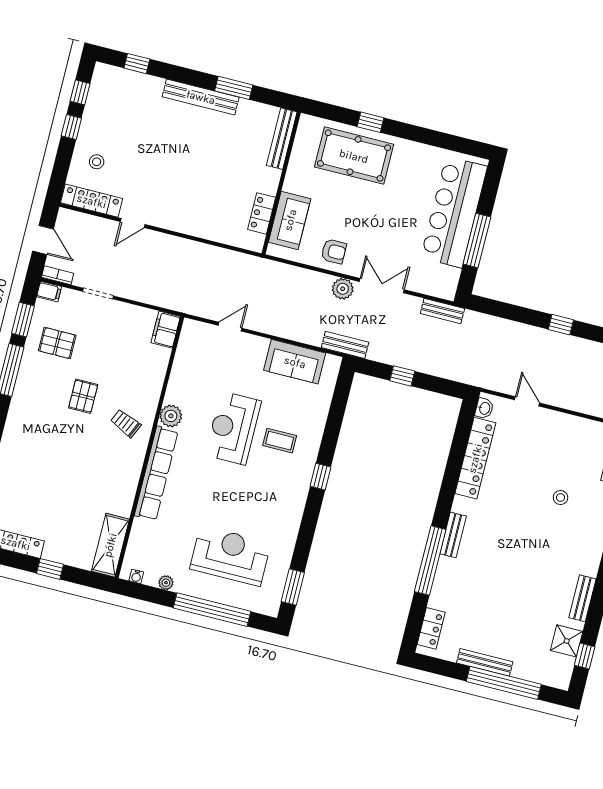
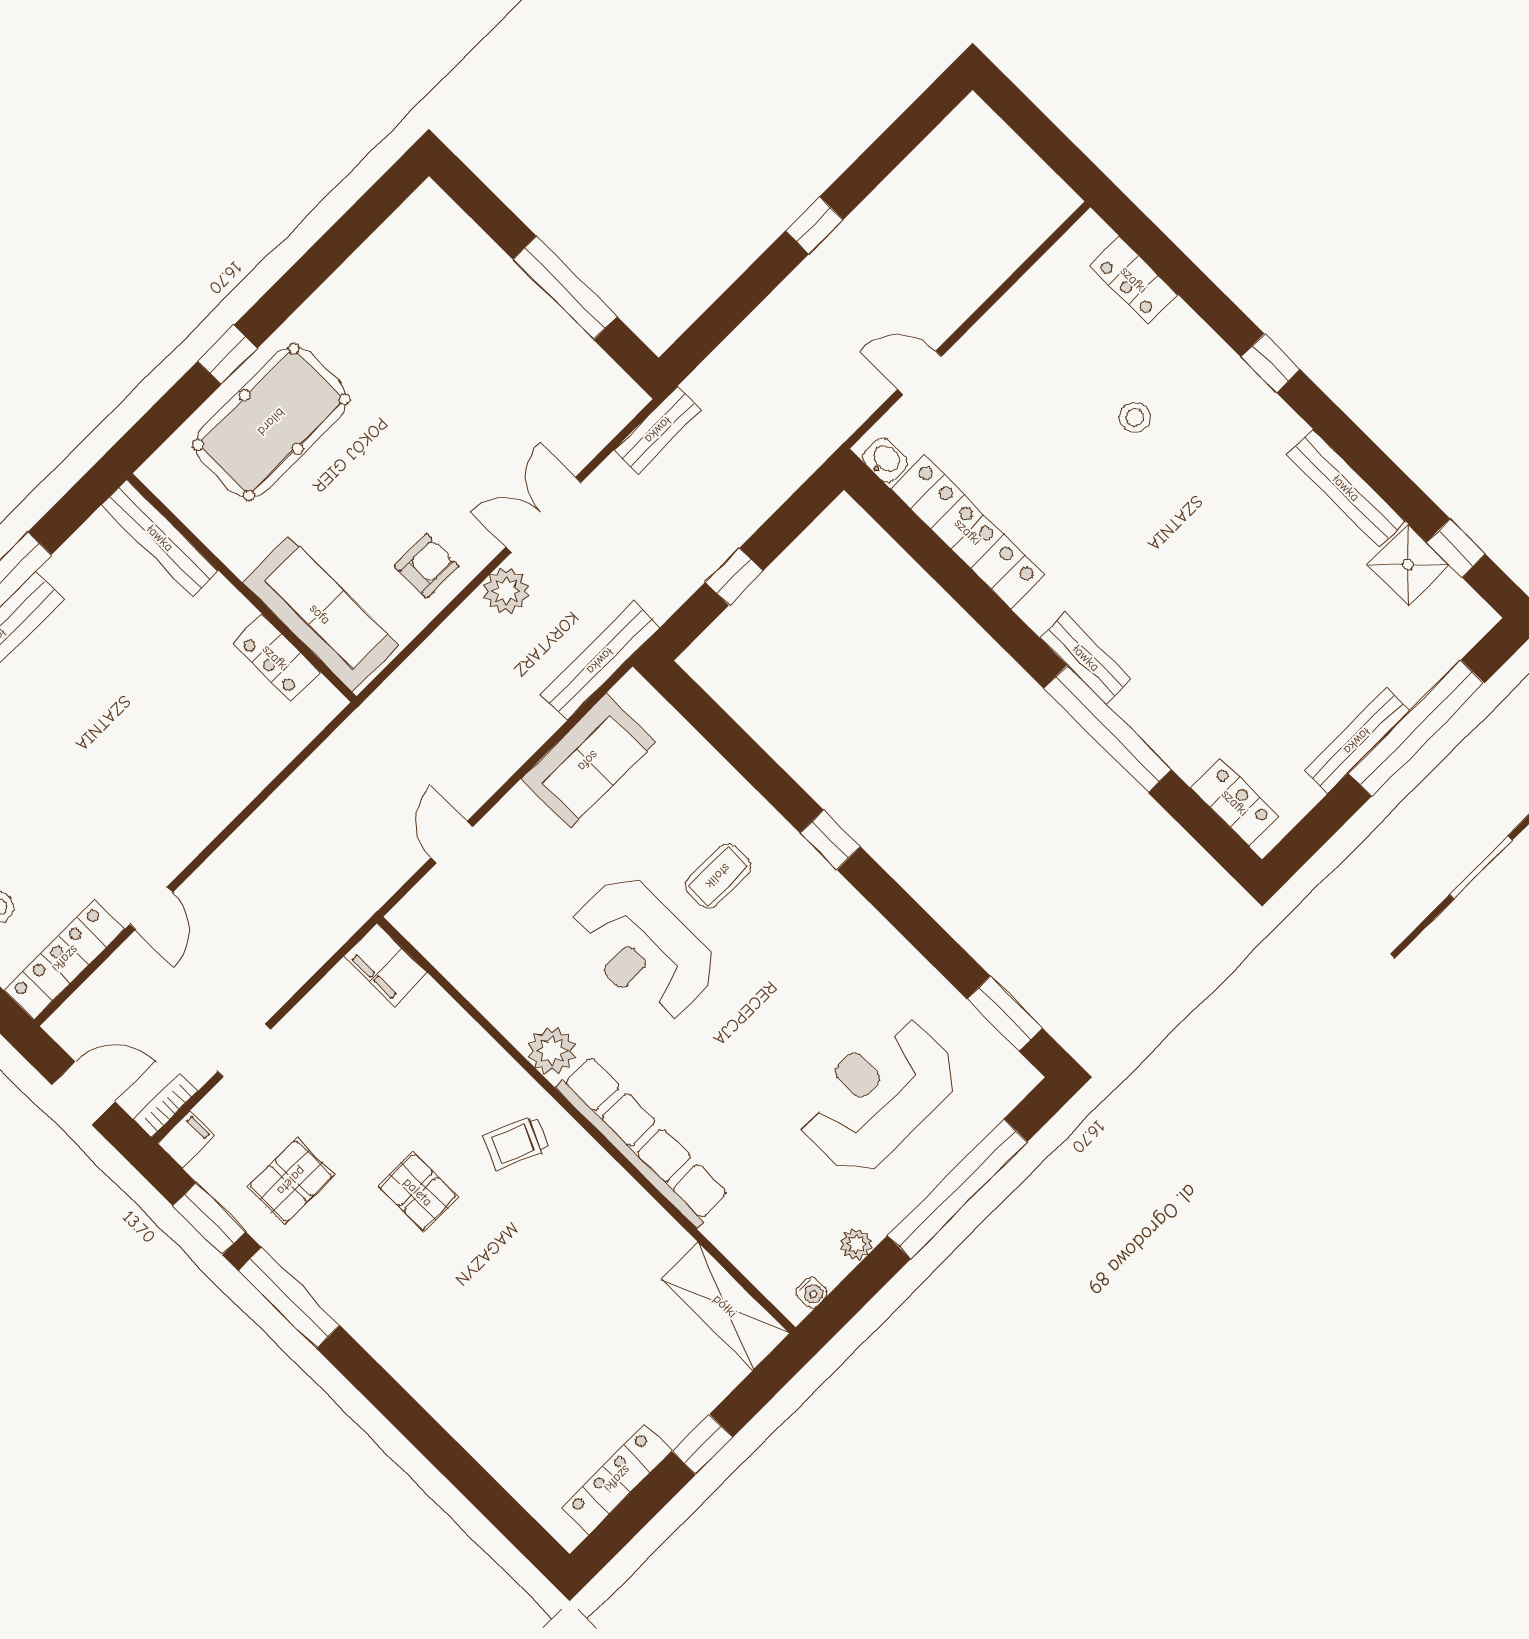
bar counter: (454, 212) -> (487, 299), removed
sofa: (290, 220) -> (320, 614), width x1.36
bench: (345, 345) -> (600, 661), width x1.36
bench: (582, 598) -> (1346, 488), width x1.36

